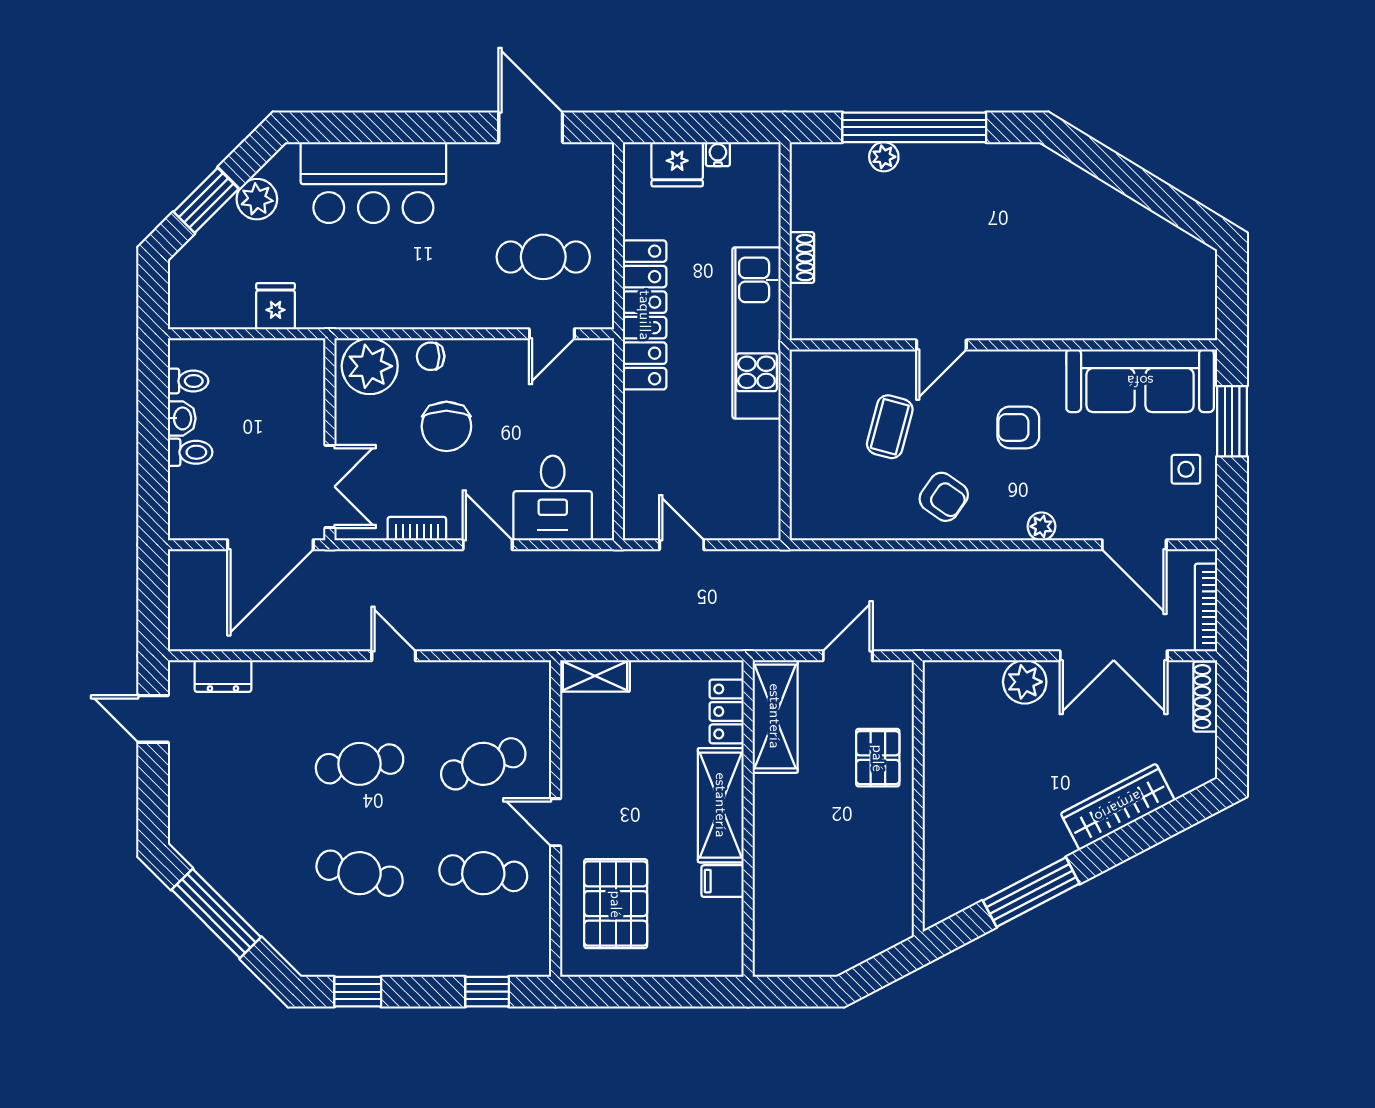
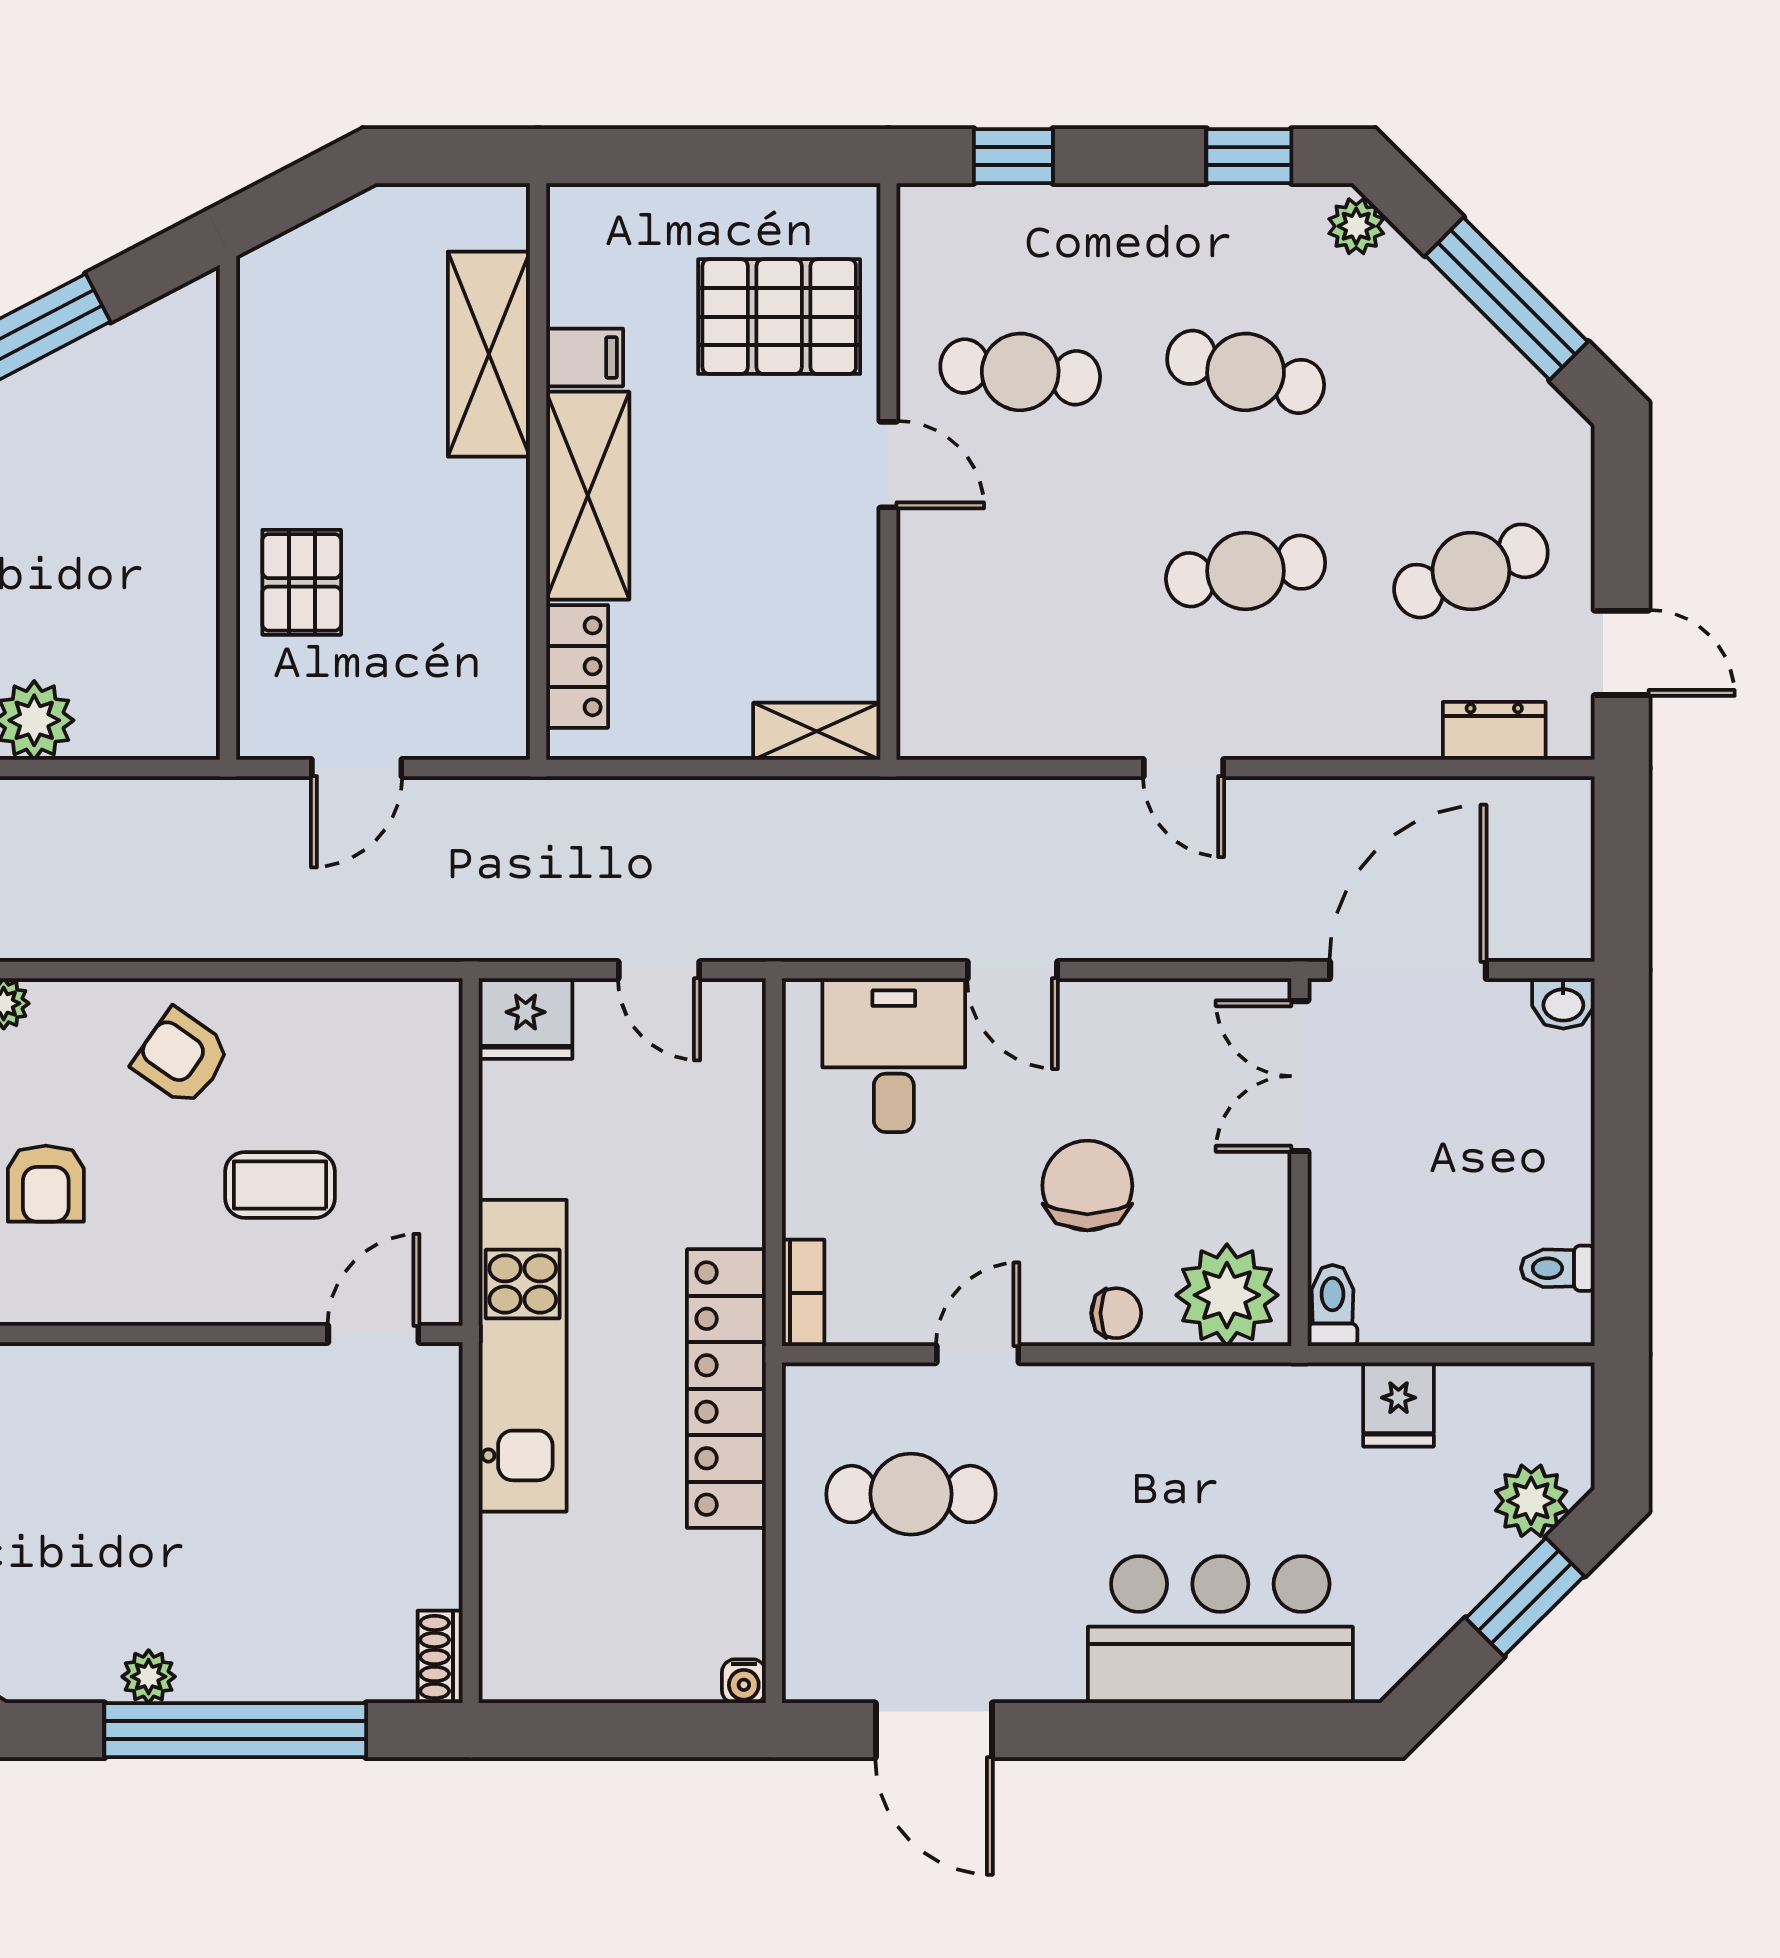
water cooler: (718, 154) -> (744, 1681), moved
plant: (884, 157) -> (149, 1677), moved
fridge: (677, 164) -> (526, 1019), moved, turned 180
plant: (257, 199) -> (1531, 1501), moved
shoe rack: (802, 258) -> (440, 1657), moved
door: (552, 334) -> (978, 1354), moved
door: (941, 345) -> (373, 1334), moved
washbasin: (182, 418) -> (1563, 1003), moved, turned -90
coffee table: (890, 427) -> (280, 1185), turned 75
armchair: (1018, 427) -> (46, 1184), turned 90
toilet: (190, 452) -> (1332, 1306), moved, turned 90
bookcase: (417, 529) -> (803, 1293), moved, turned -90
shelving: (775, 716) -> (489, 354), moved
cafe table: (483, 764) -> (1471, 571), moved
pallet: (616, 904) -> (779, 317), turned 90
plant: (299, 953) -> (1356, 226), added

